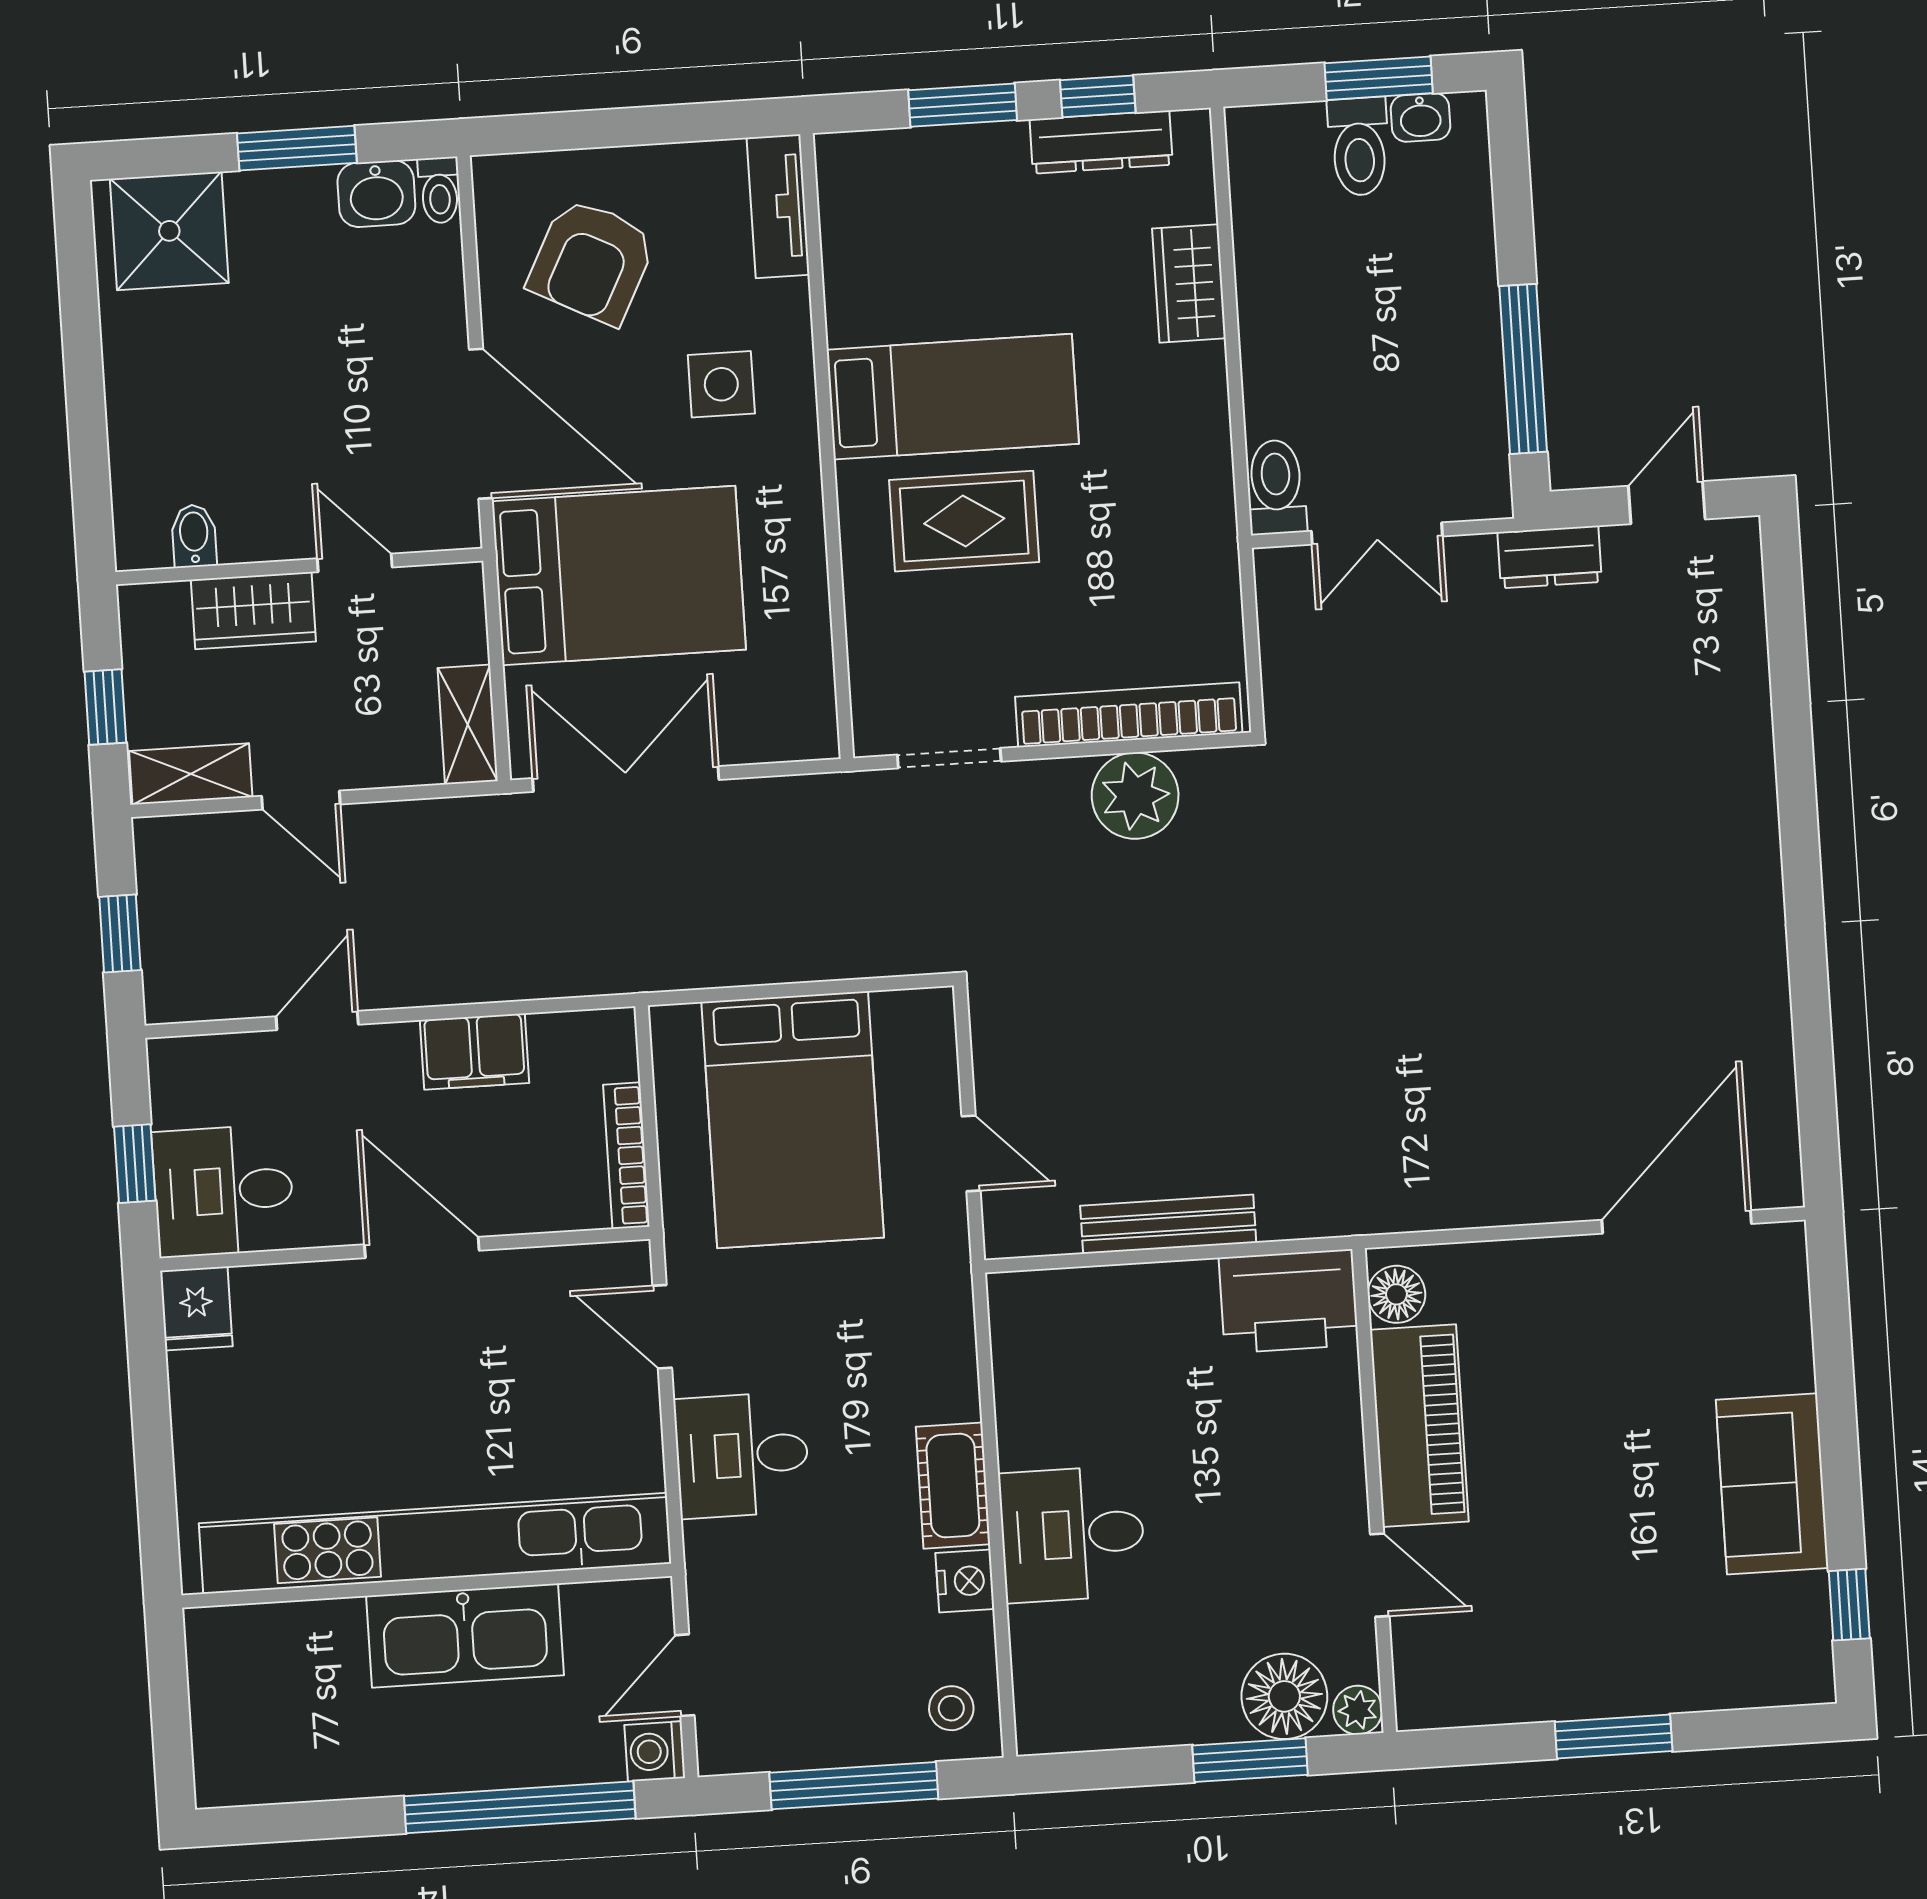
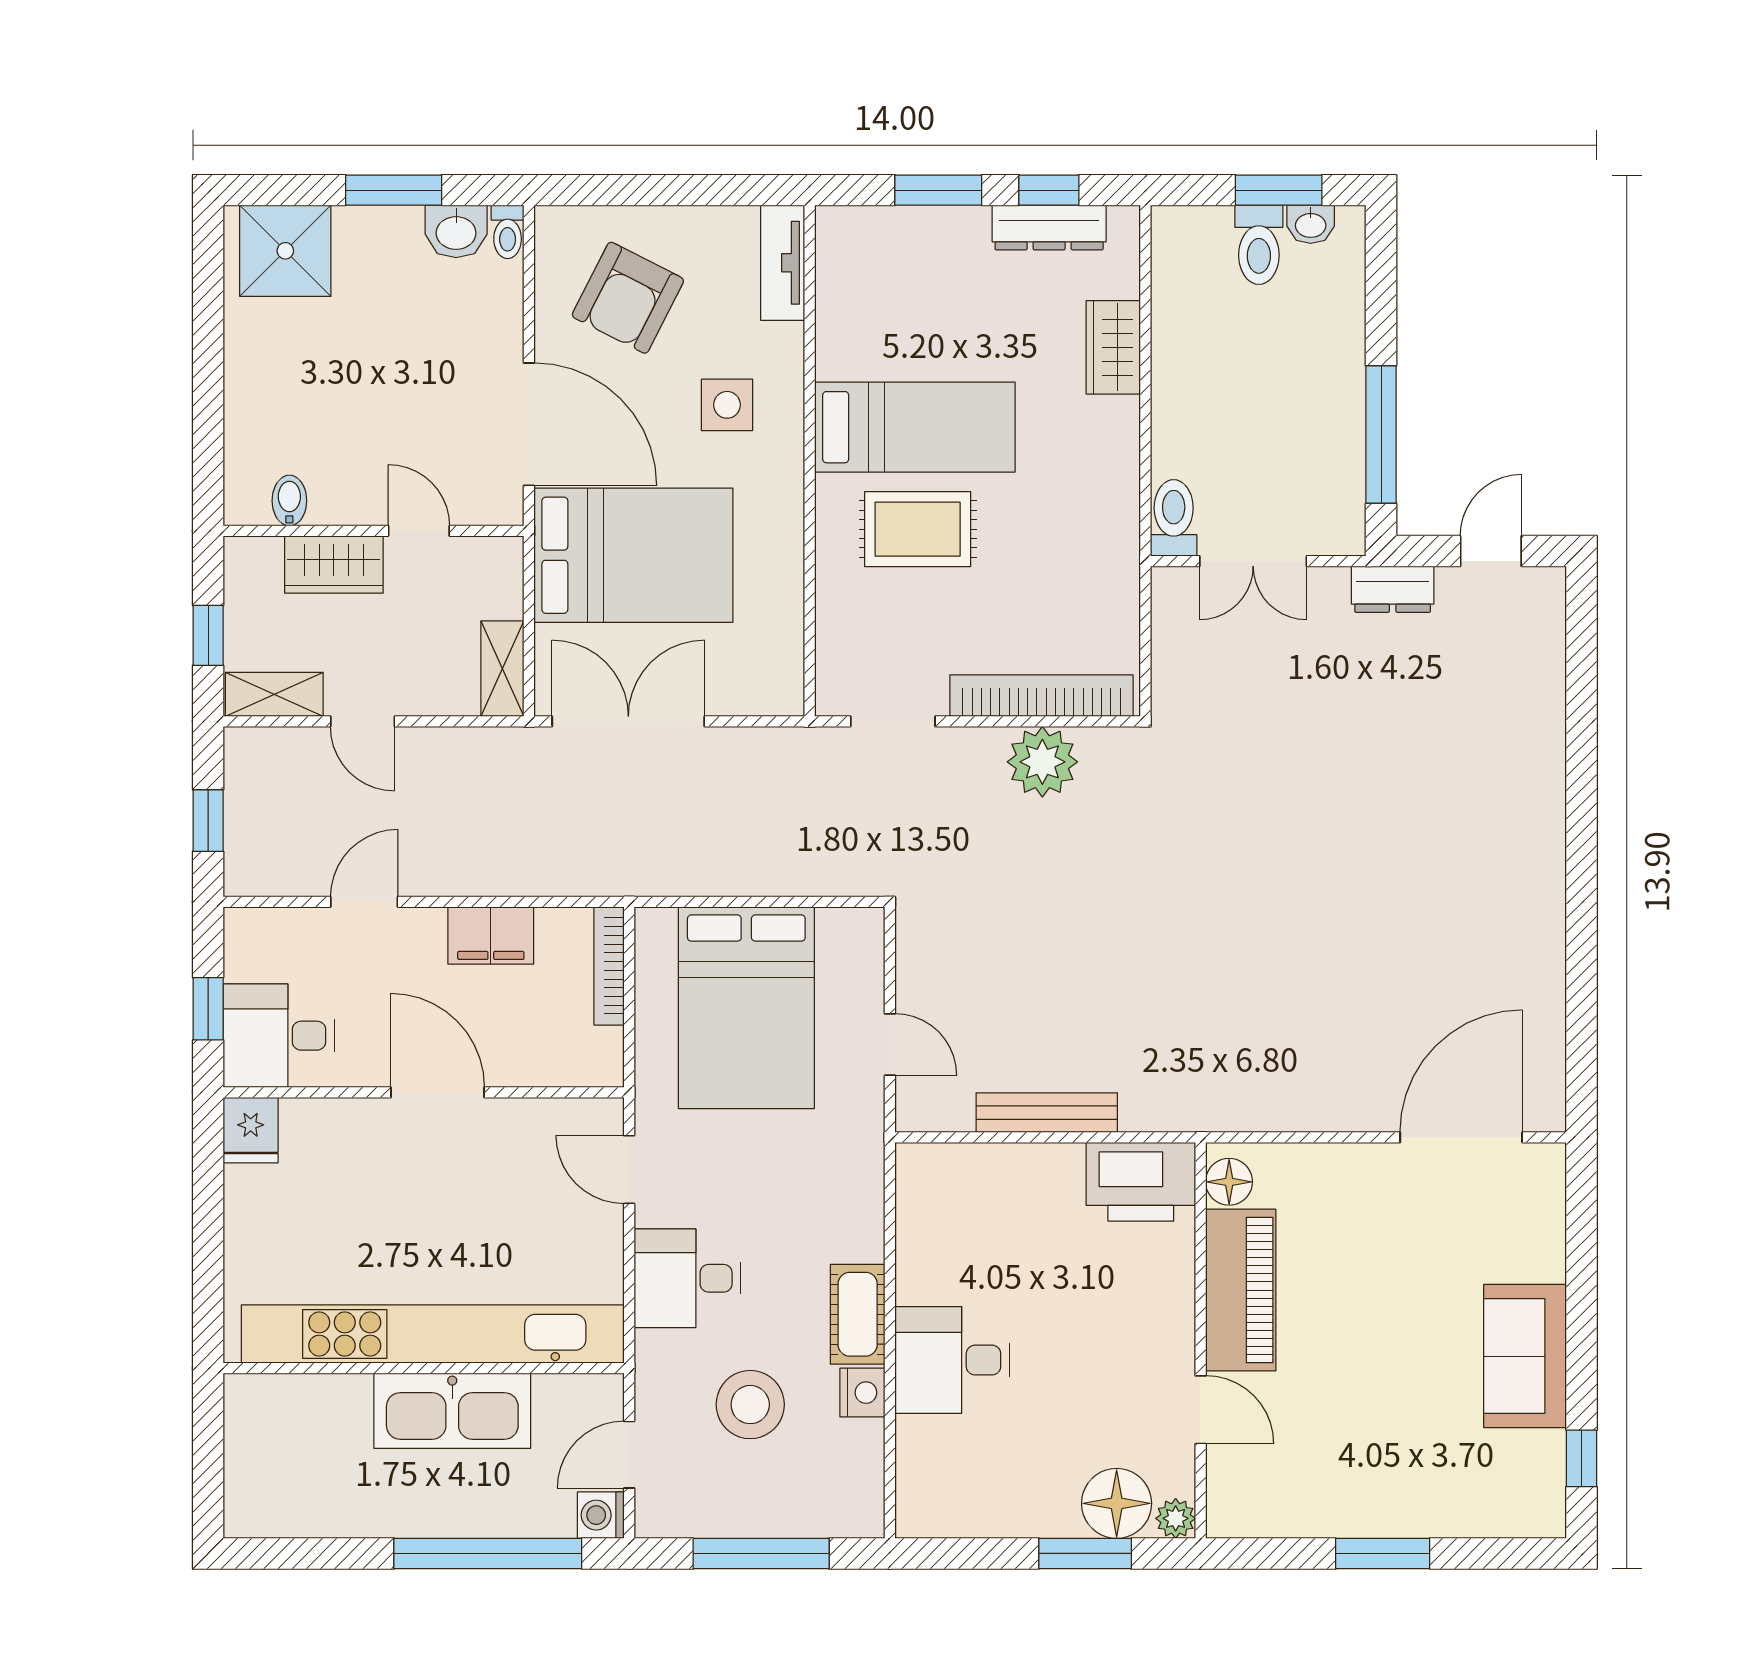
bookcase: (626, 1156) -> (609, 966), moved
stool: (951, 1708) -> (750, 1405), moved, width x1.89, depth x1.89

